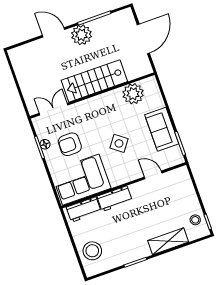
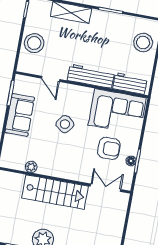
plant: (133, 94) -> (31, 167), width x0.53, depth x0.53
double door: (53, 109) -> (106, 188), swing flipped
workbench: (115, 199) -> (91, 76), width x1.38
stool: (195, 220) -> (34, 43), moved, width x1.89, depth x1.89

